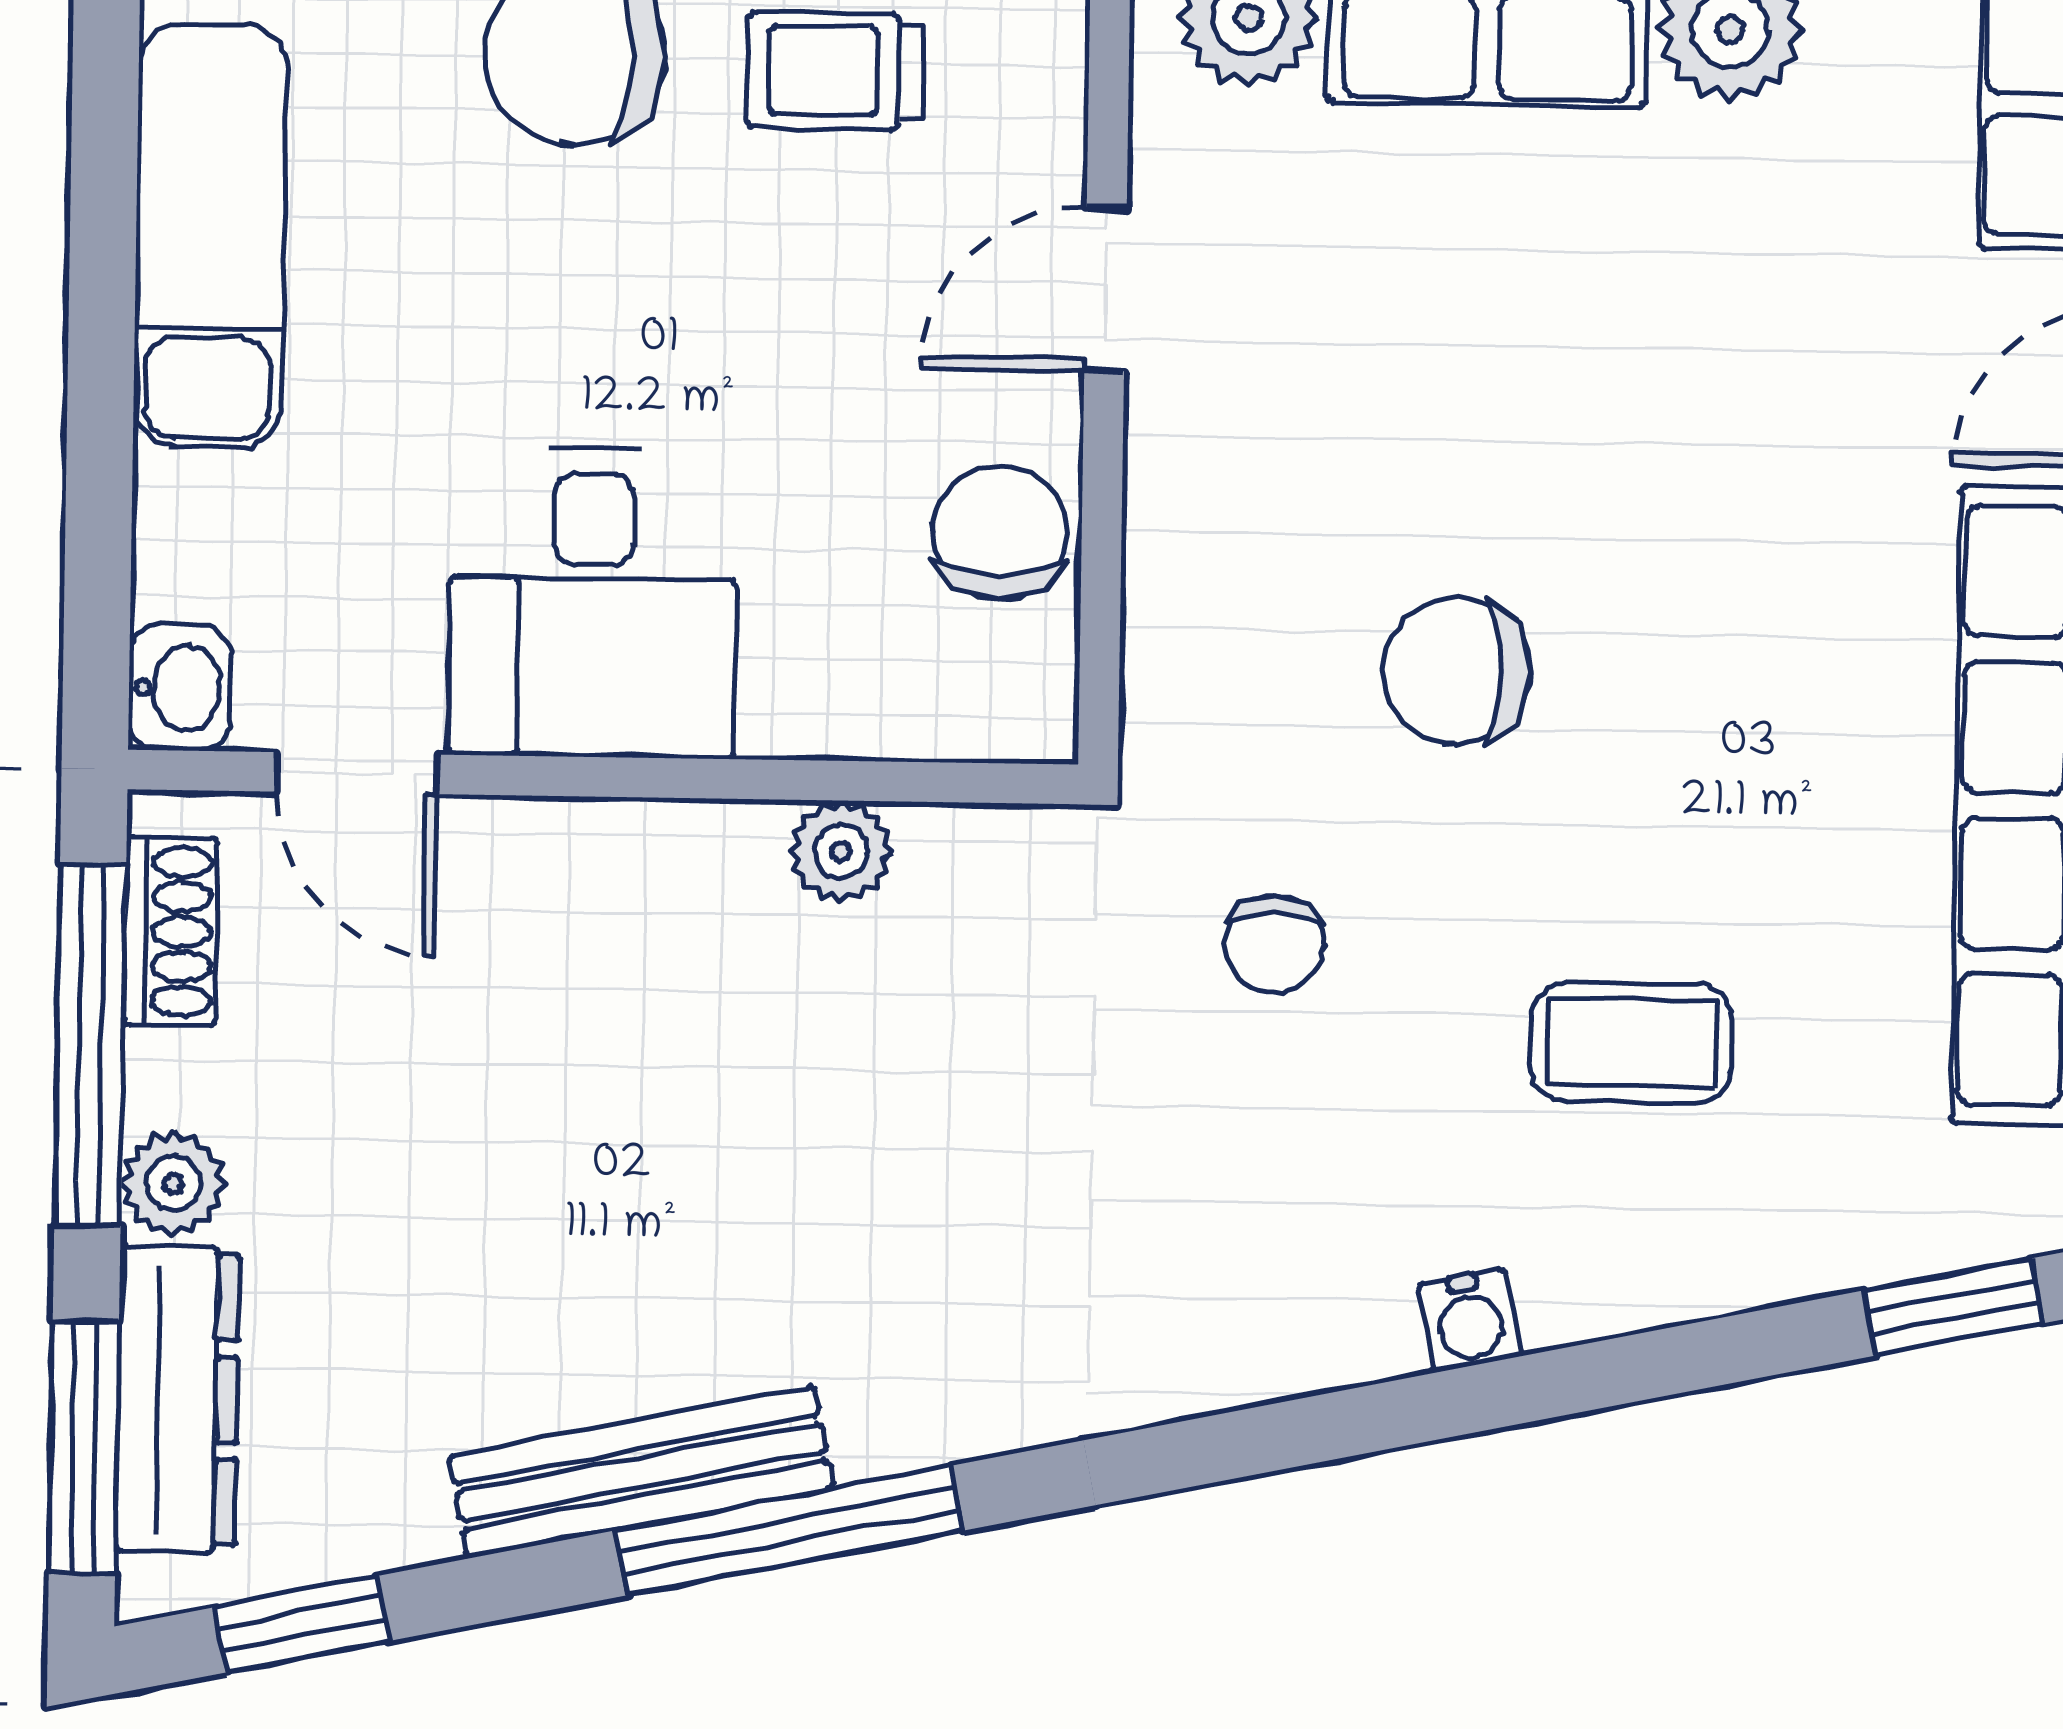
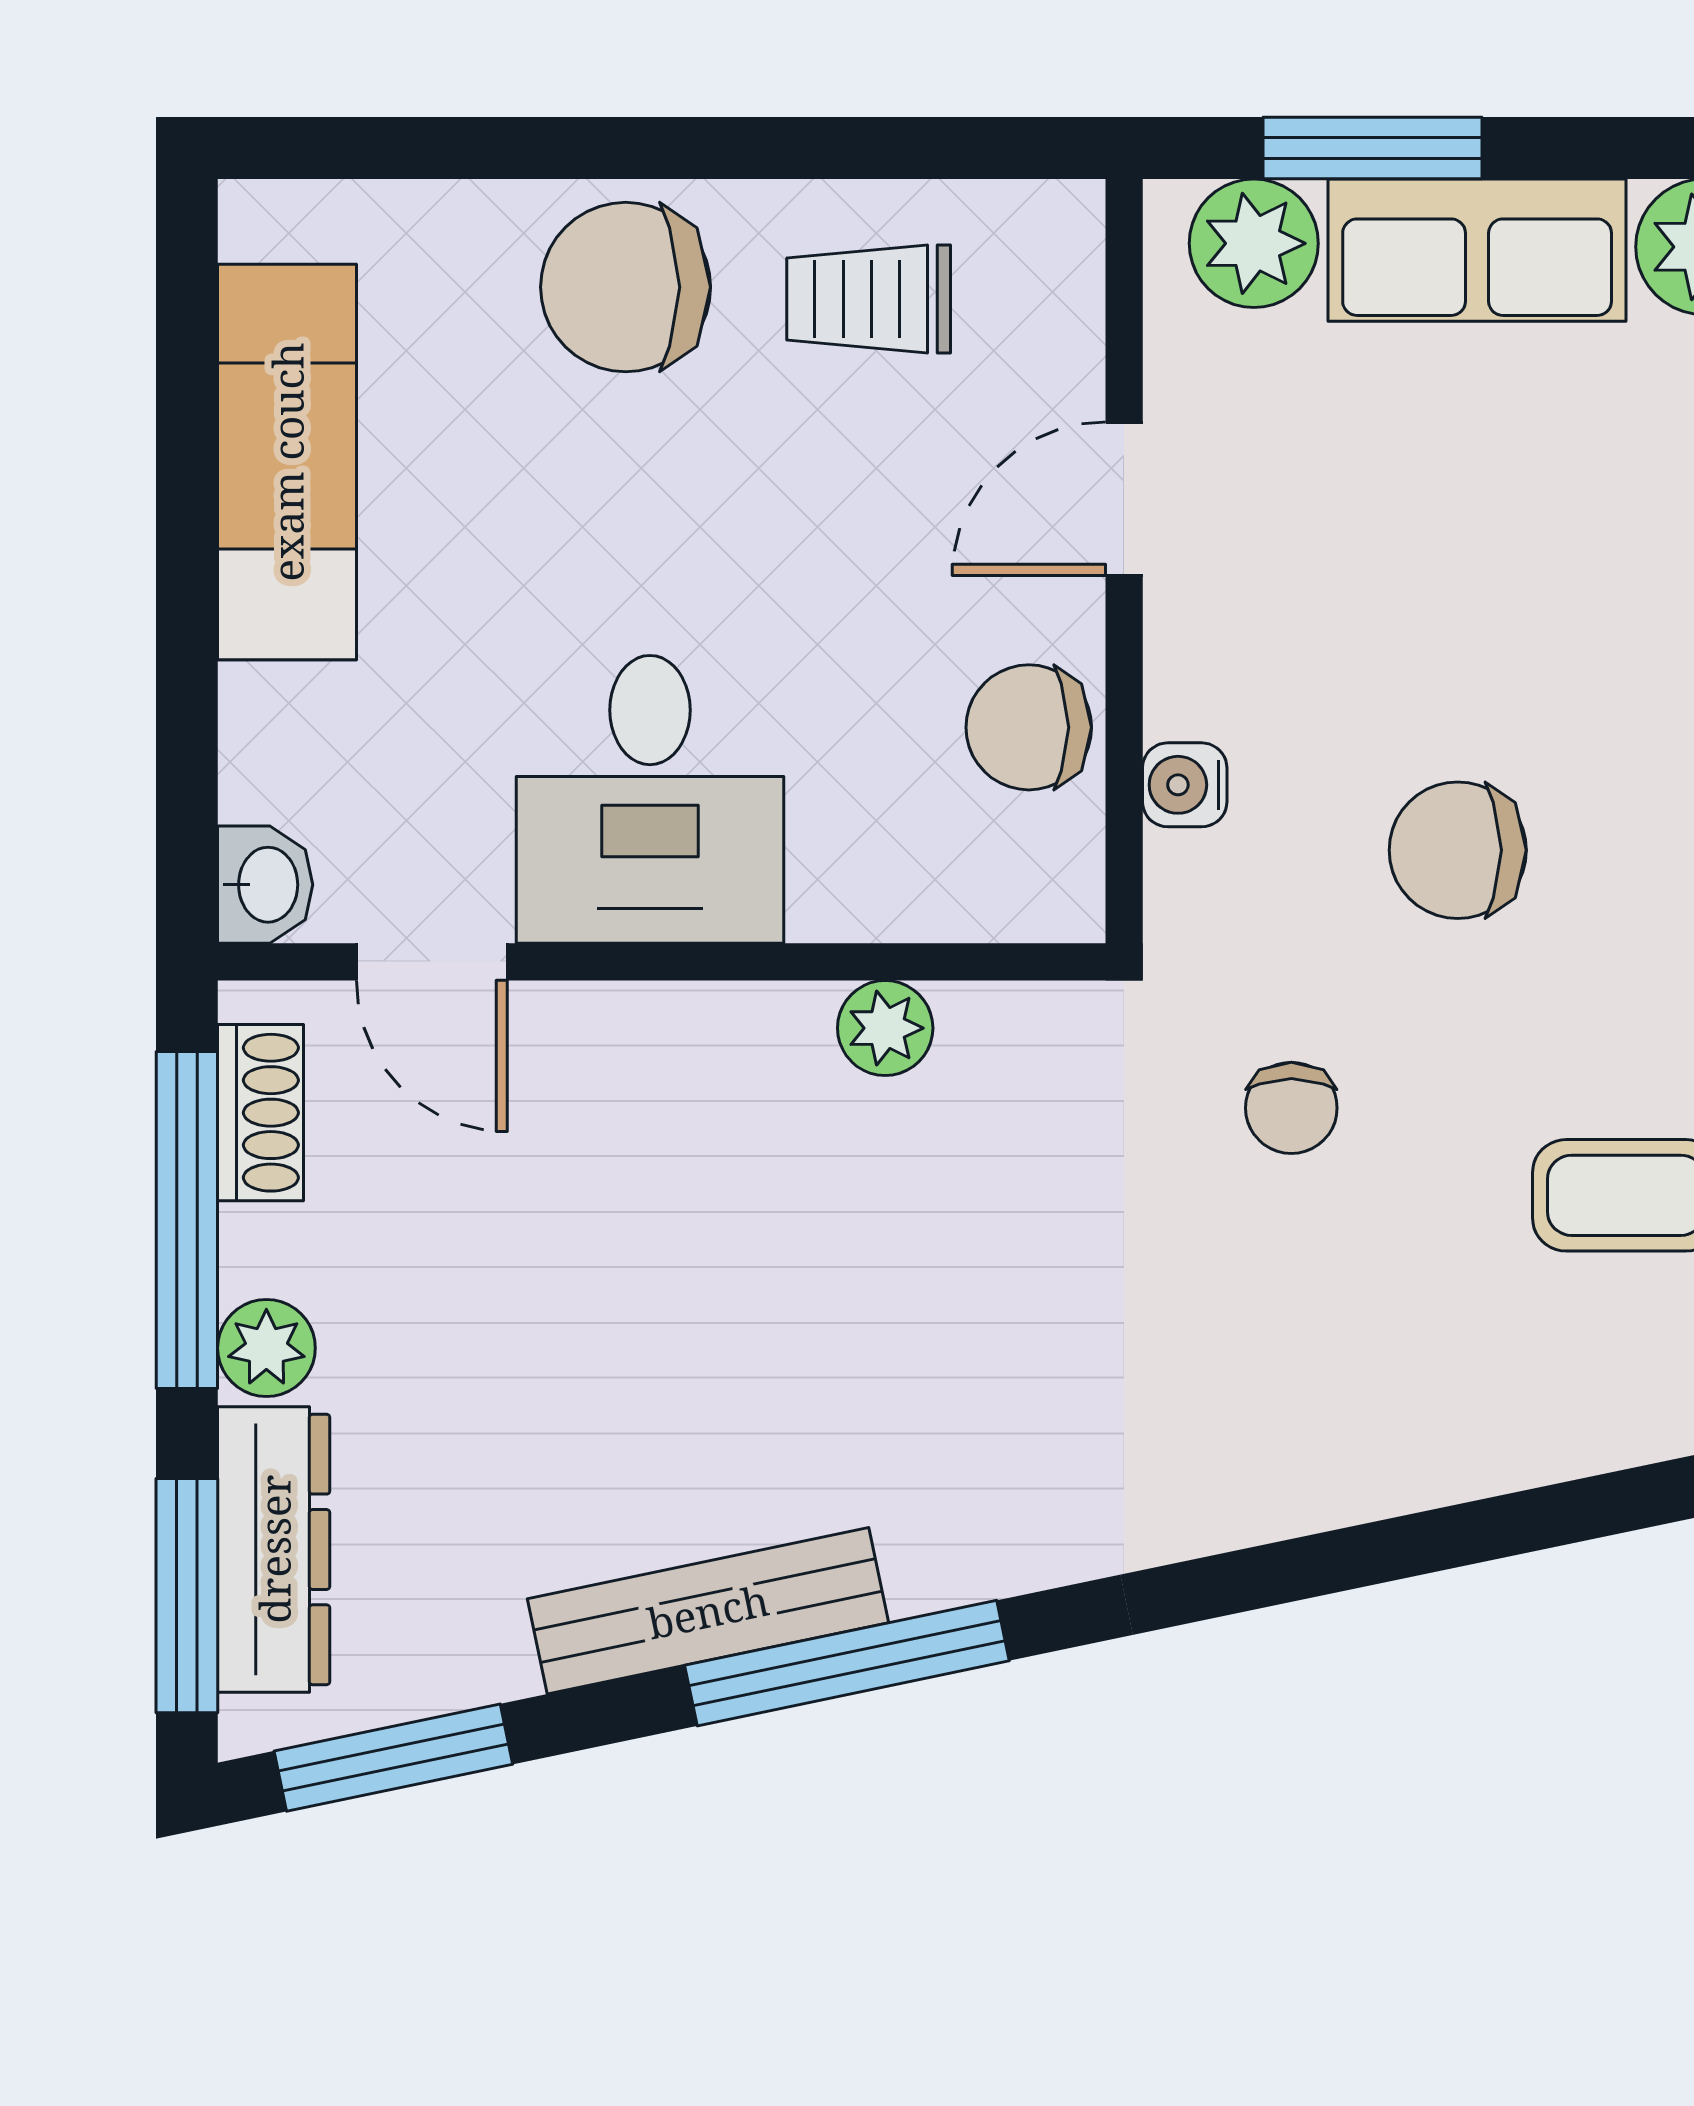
chair: (1000, 532) -> (1029, 727), turned -90
water cooler: (1470, 1320) -> (1185, 785), moved, turned 102
window: (302, 1624) -> (393, 1758), width x1.50

